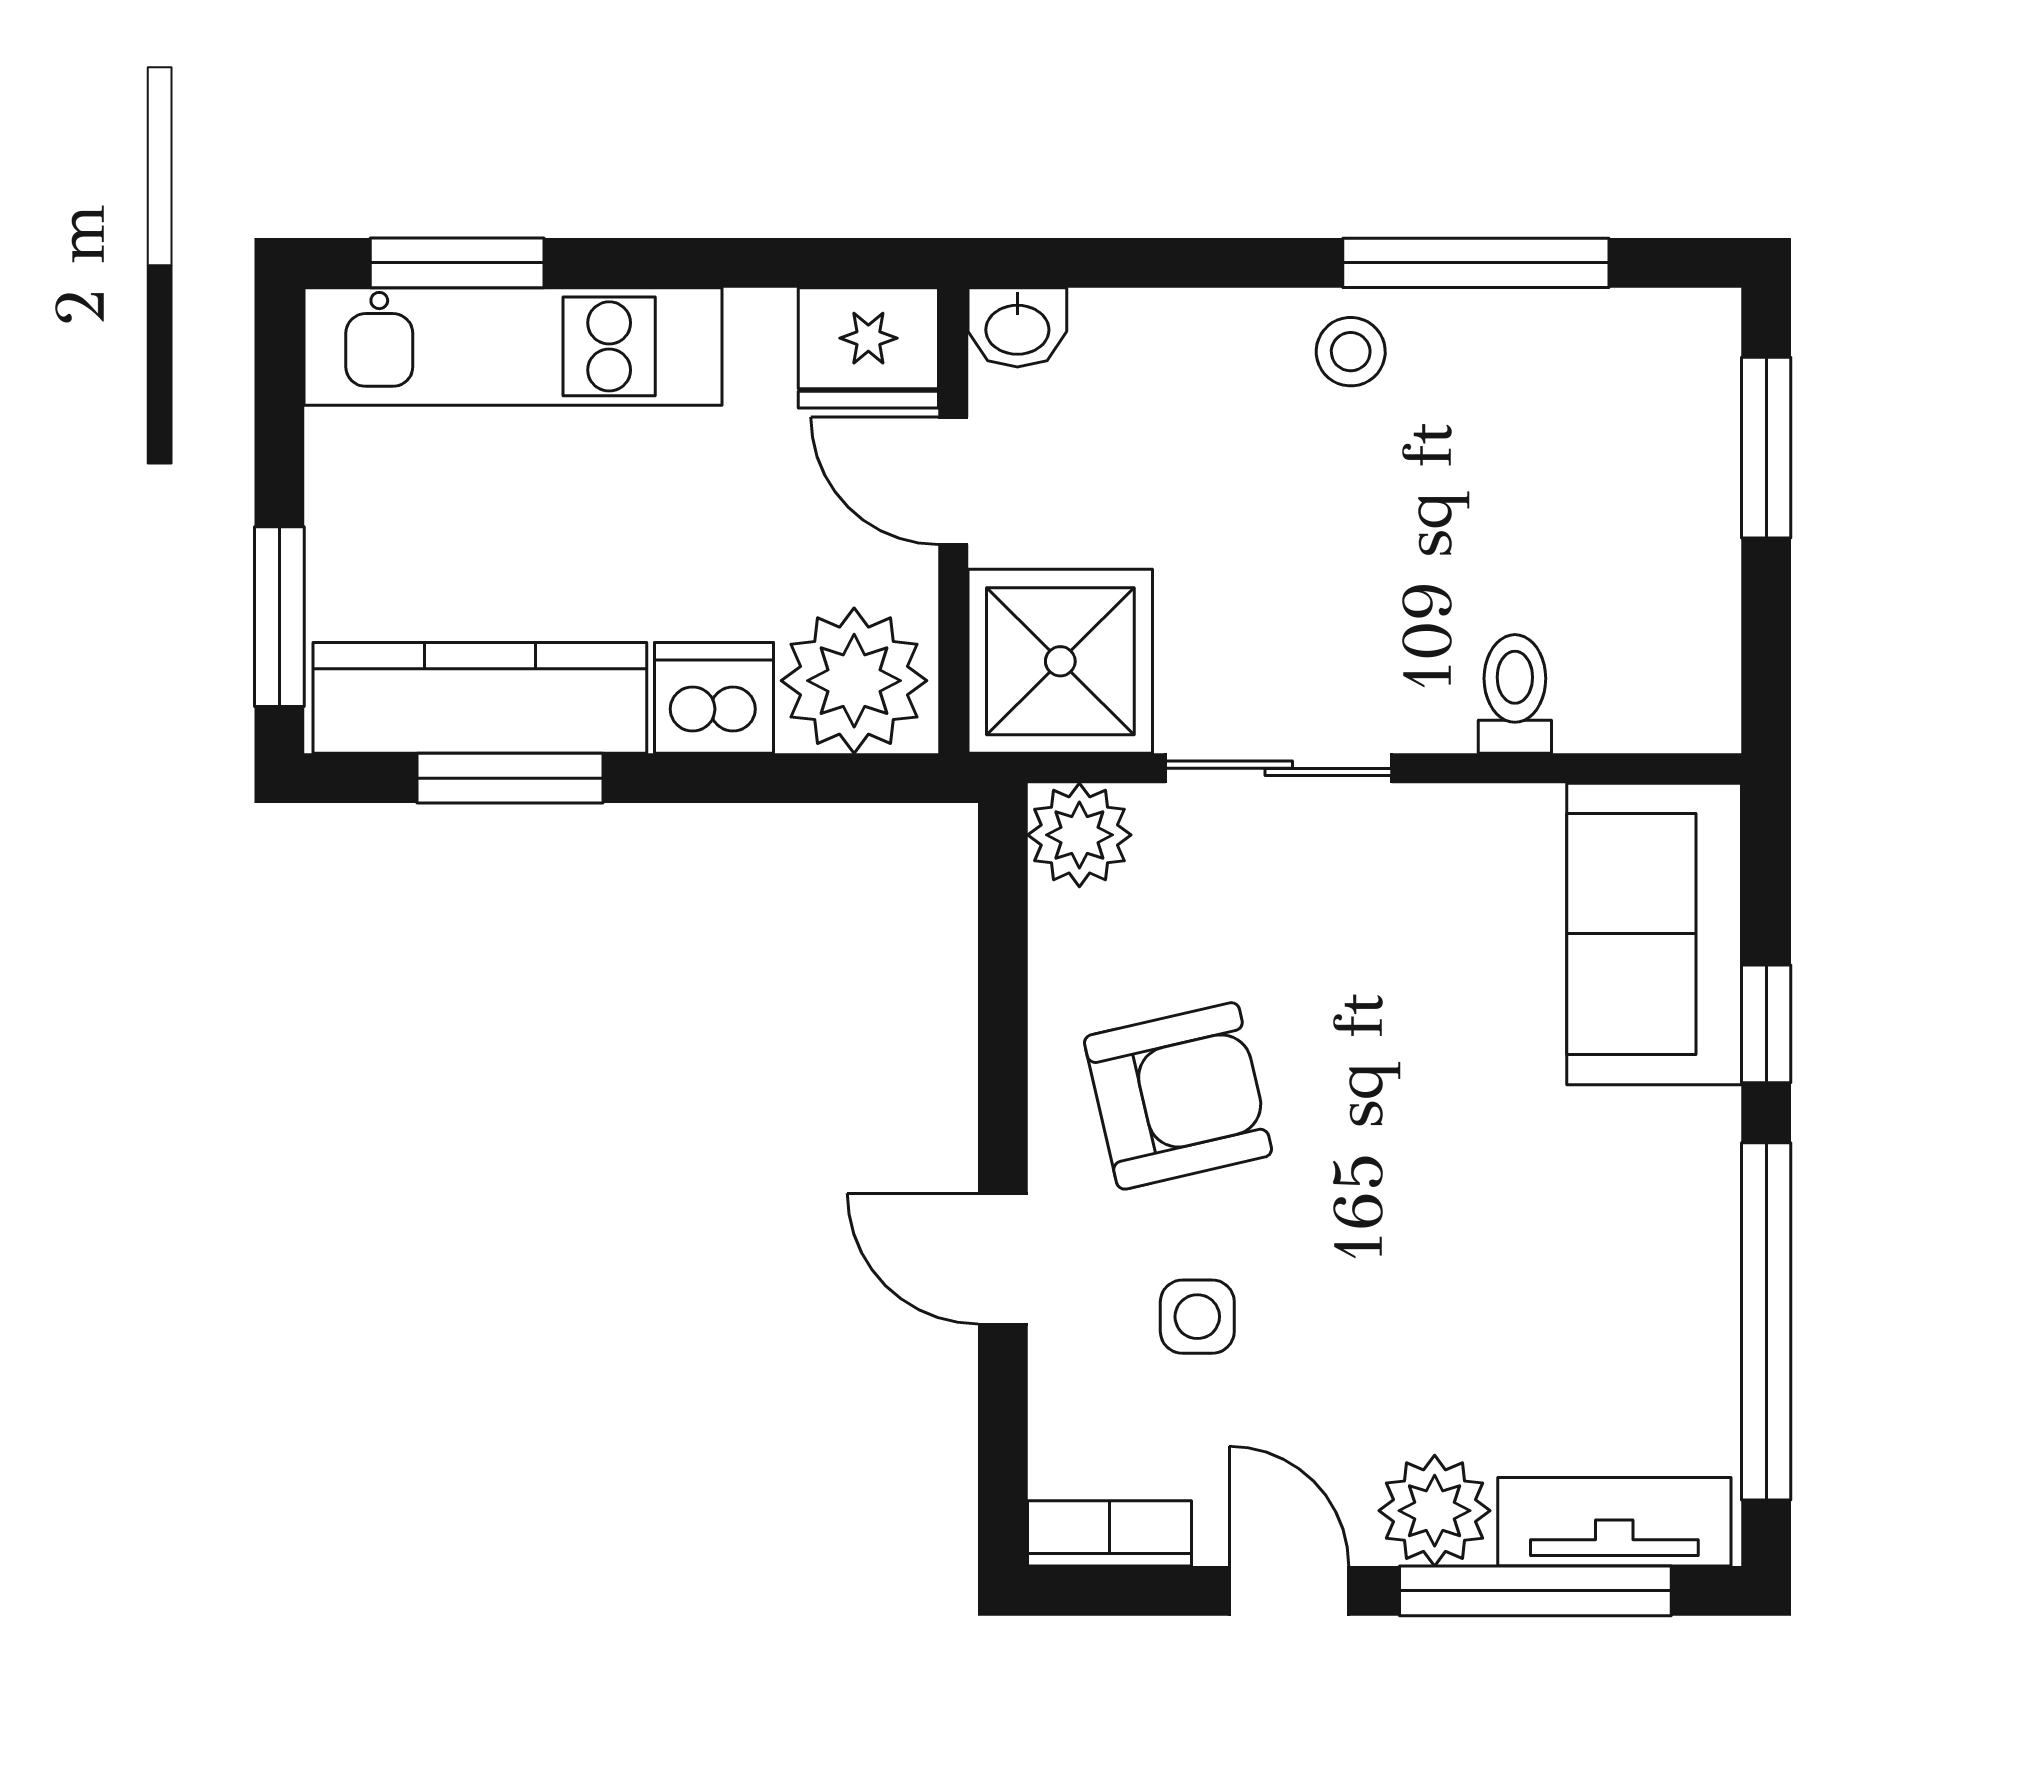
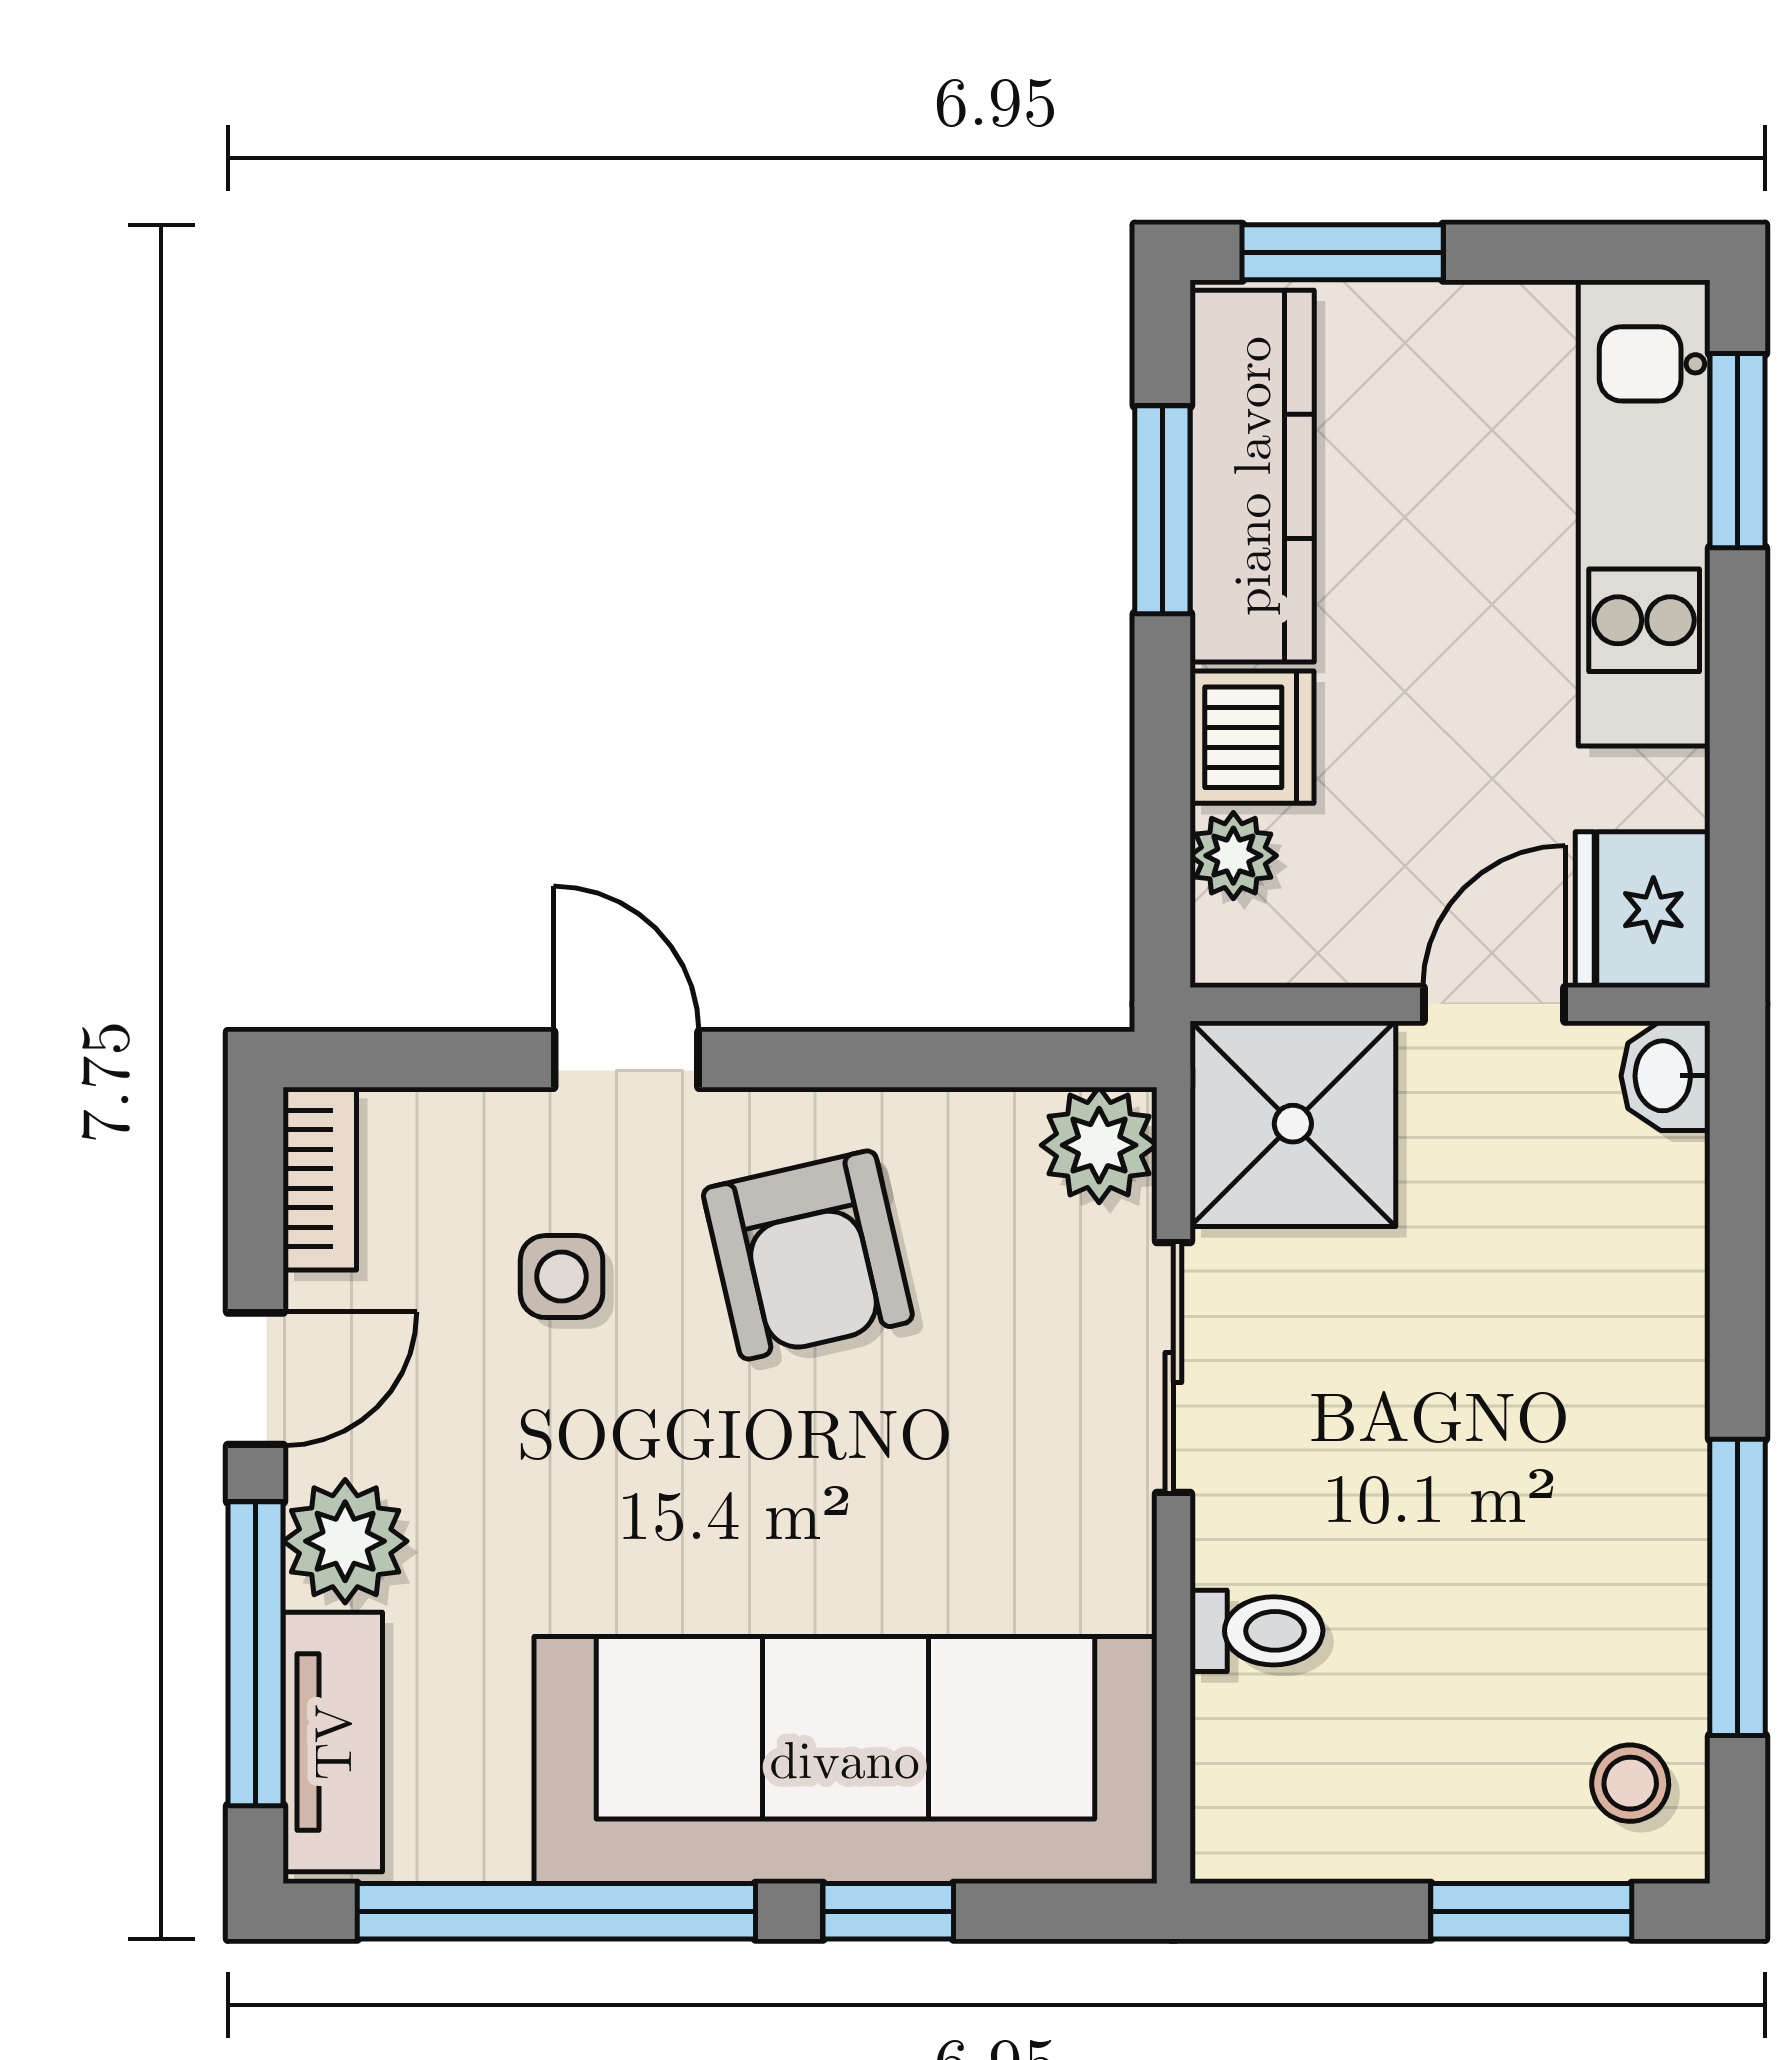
stool: (1351, 352) -> (1630, 1783), moved
plant: (854, 681) -> (1233, 856), width x0.53, depth x0.53
sofa: (1654, 934) -> (845, 1760), width x1.85, depth x1.27
door: (1003, 1259) -> (626, 1060), hinge flipped

